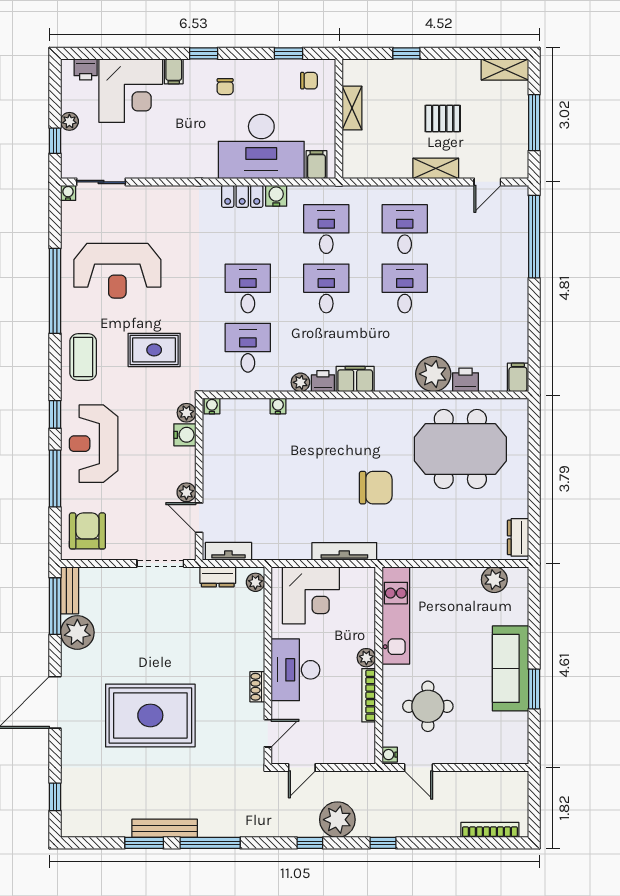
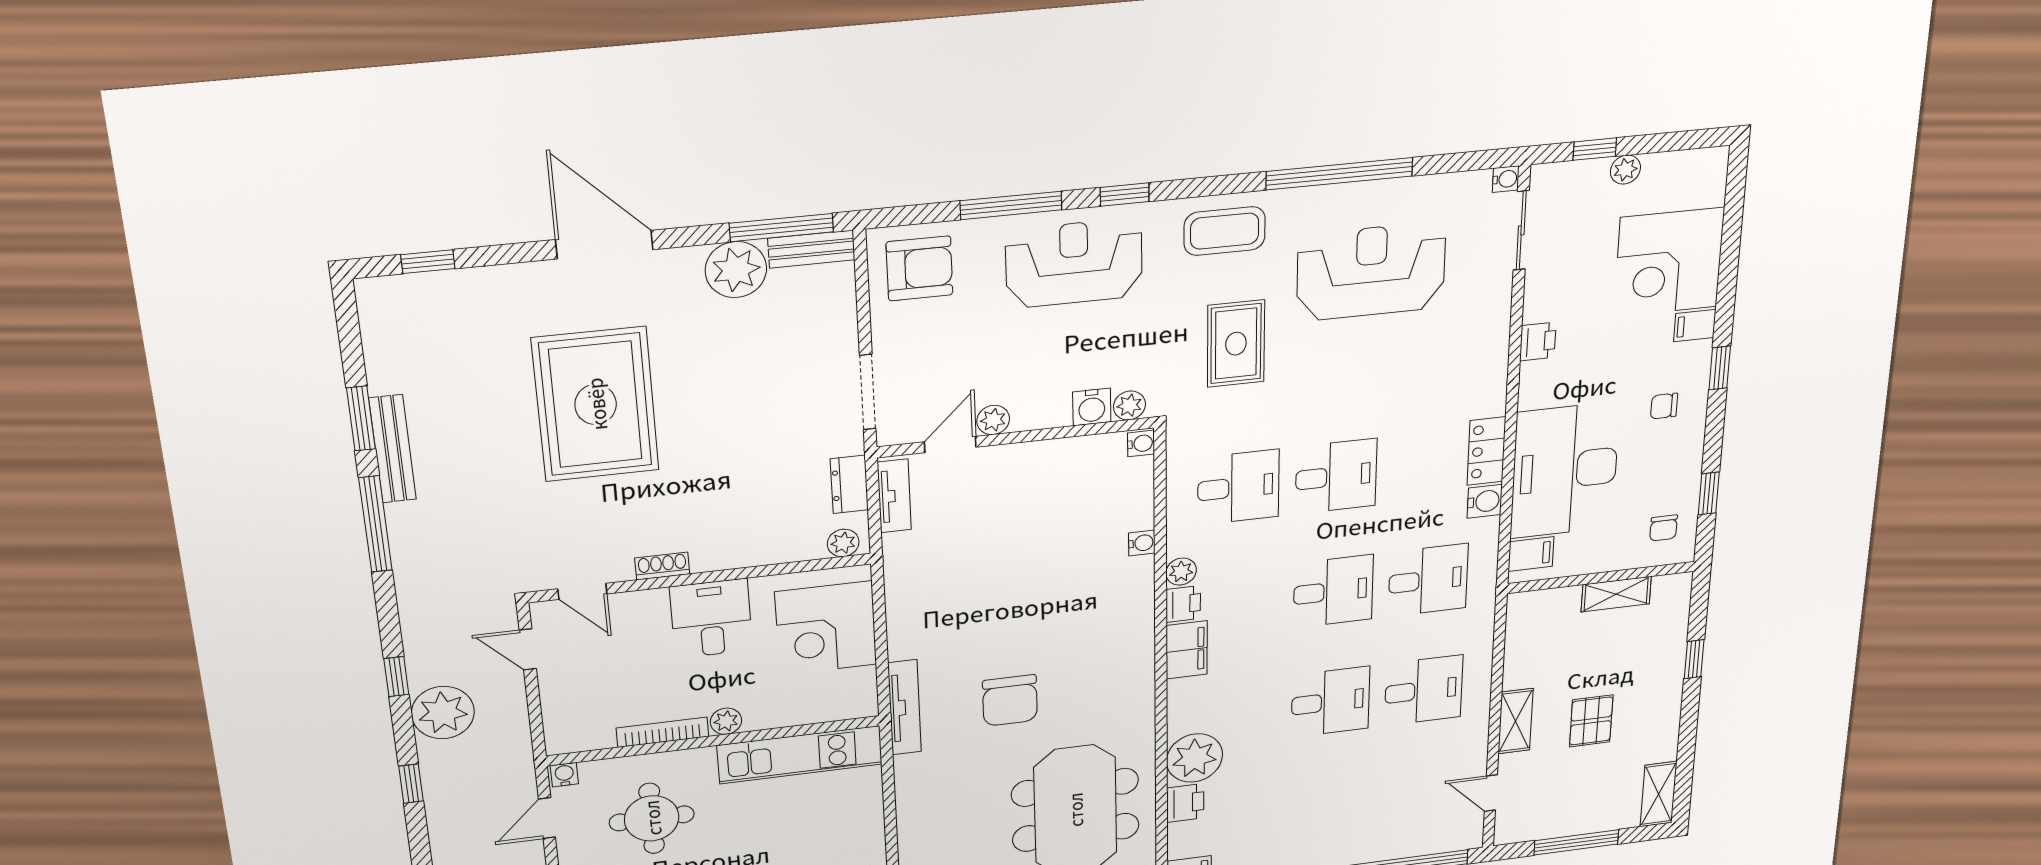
printer: (86, 69) -> (1538, 342), moved, turned 180
reception desk: (117, 271) -> (1371, 271), turned 90
tv unit: (344, 551) -> (905, 707), moved
desk: (296, 670) -> (711, 619), width x0.73

